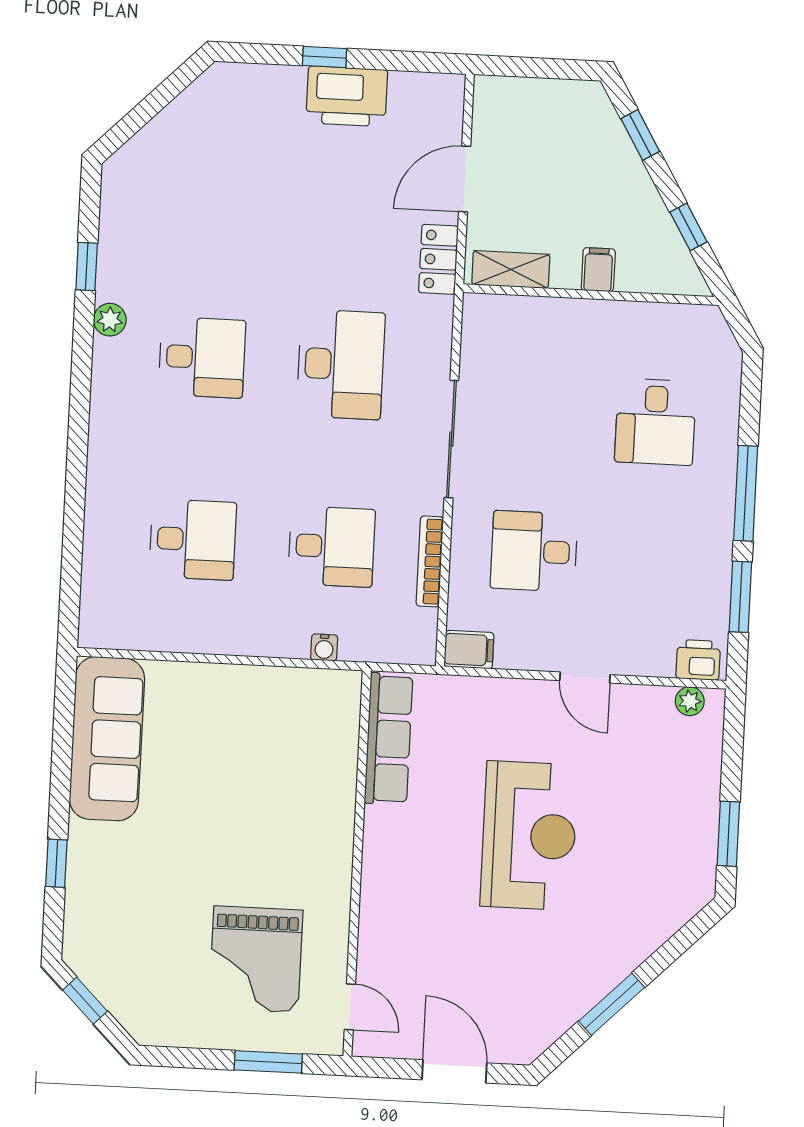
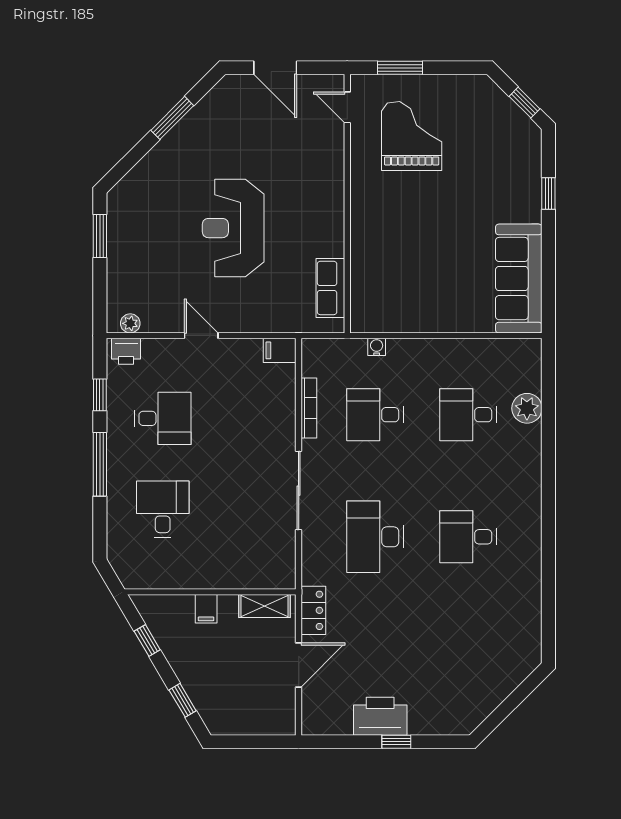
window: (87, 267) -> (548, 594), removed
plant: (110, 320) -> (527, 408), moved, width x1.38, depth x1.38
desk: (534, 551) -> (163, 418), moved
window: (740, 597) -> (100, 395), width x0.67
row of seats: (389, 739) -> (330, 288), width x0.68

